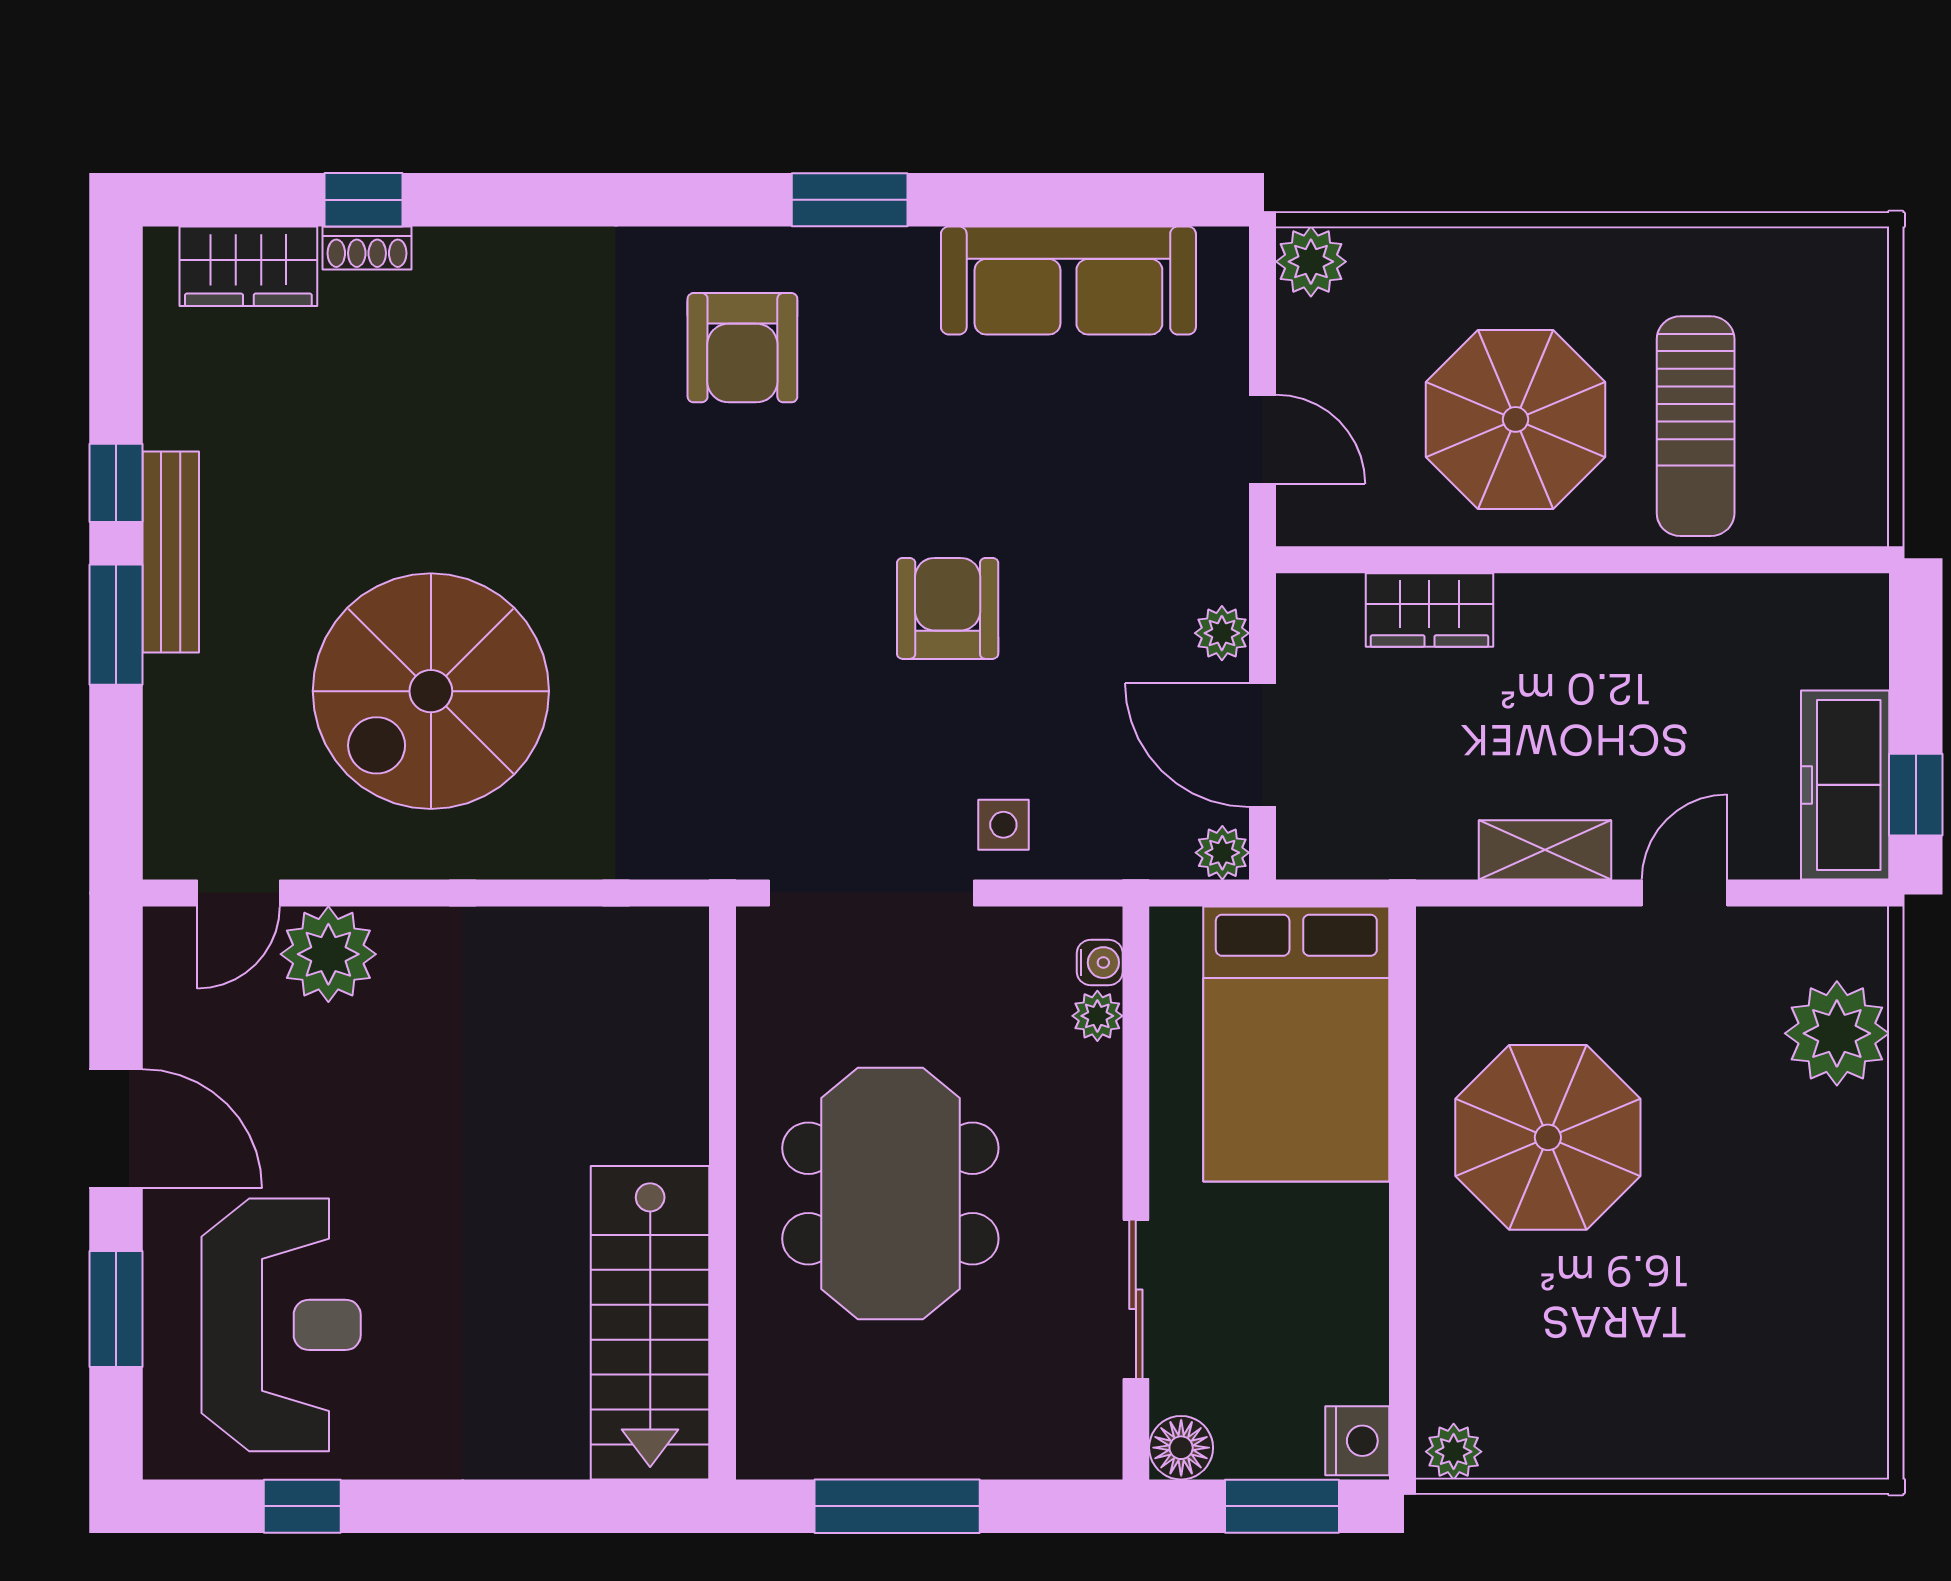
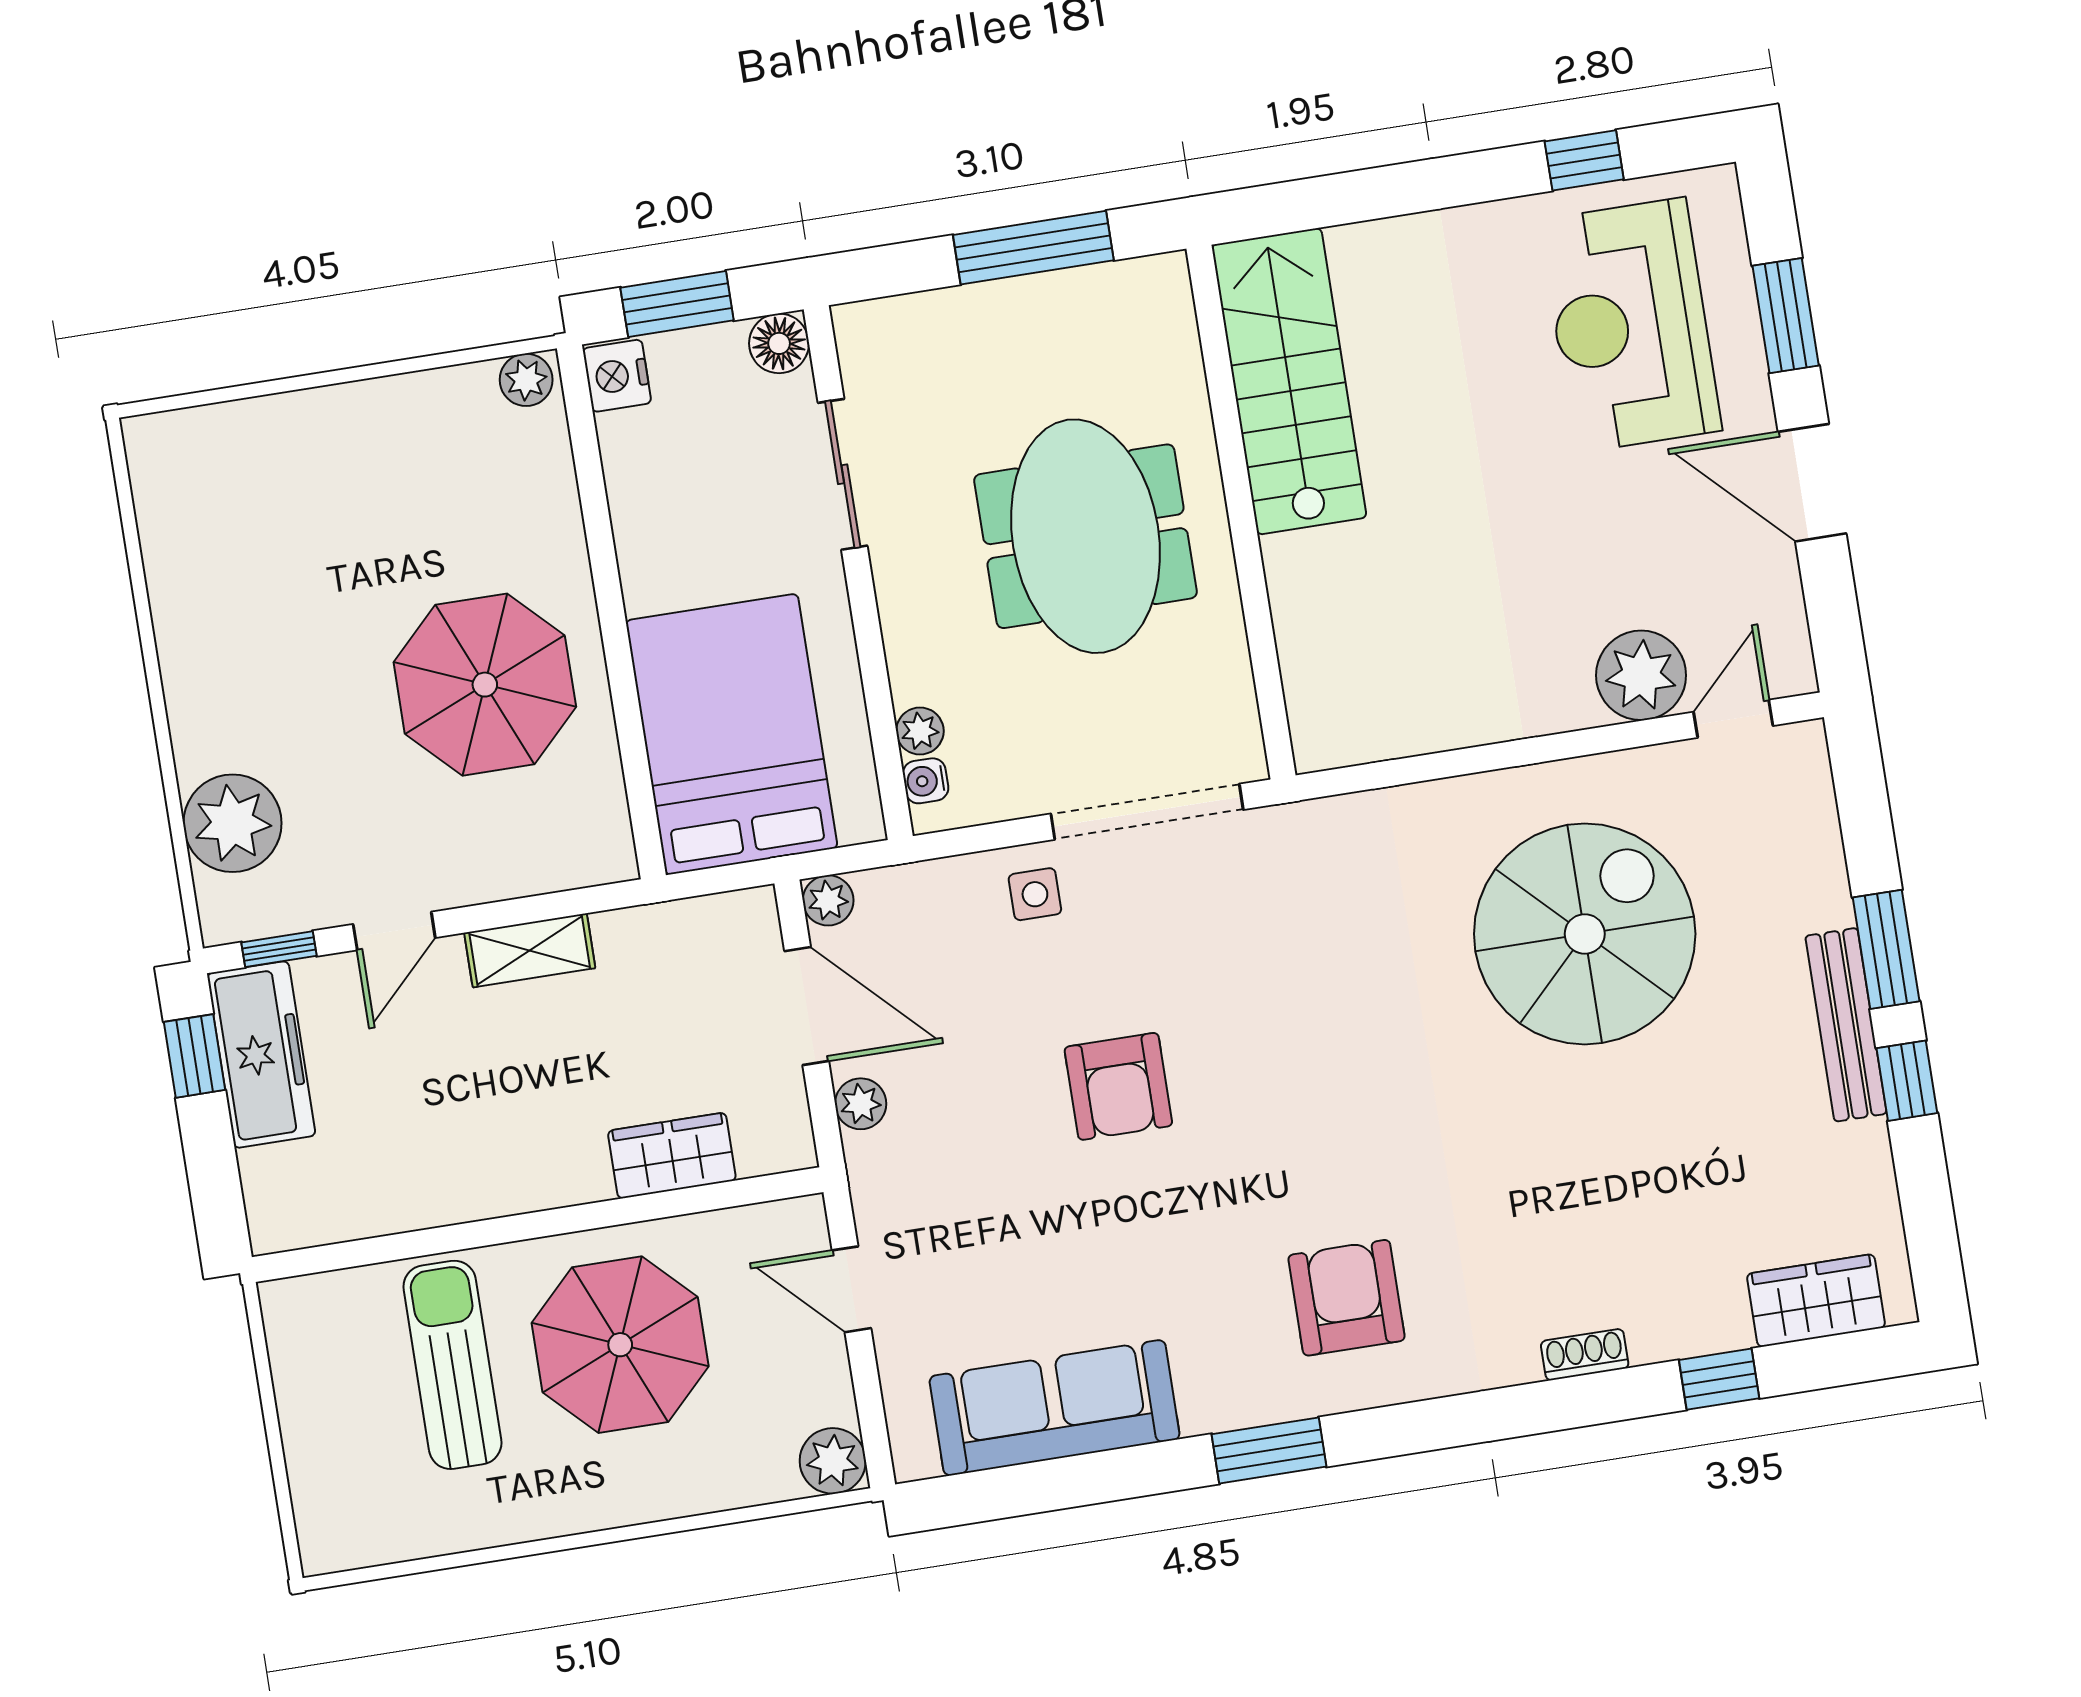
shoe rack: (367, 248) -> (1585, 1355), moved
window: (1809, 893) -> (279, 949), added

